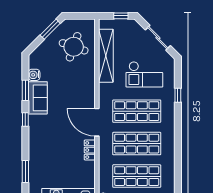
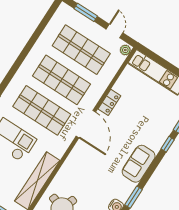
sofa: (38, 98) -> (139, 164), moved
window: (25, 120) -> (168, 144), moved

